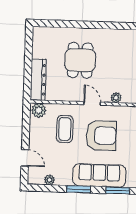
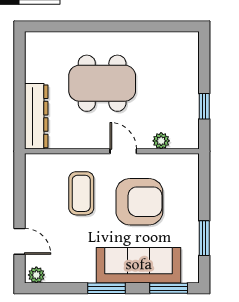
dining table: (80, 60) -> (102, 83), width x1.38
plant: (39, 110) -> (39, 165), removed
plant: (50, 180) -> (36, 275), moved

